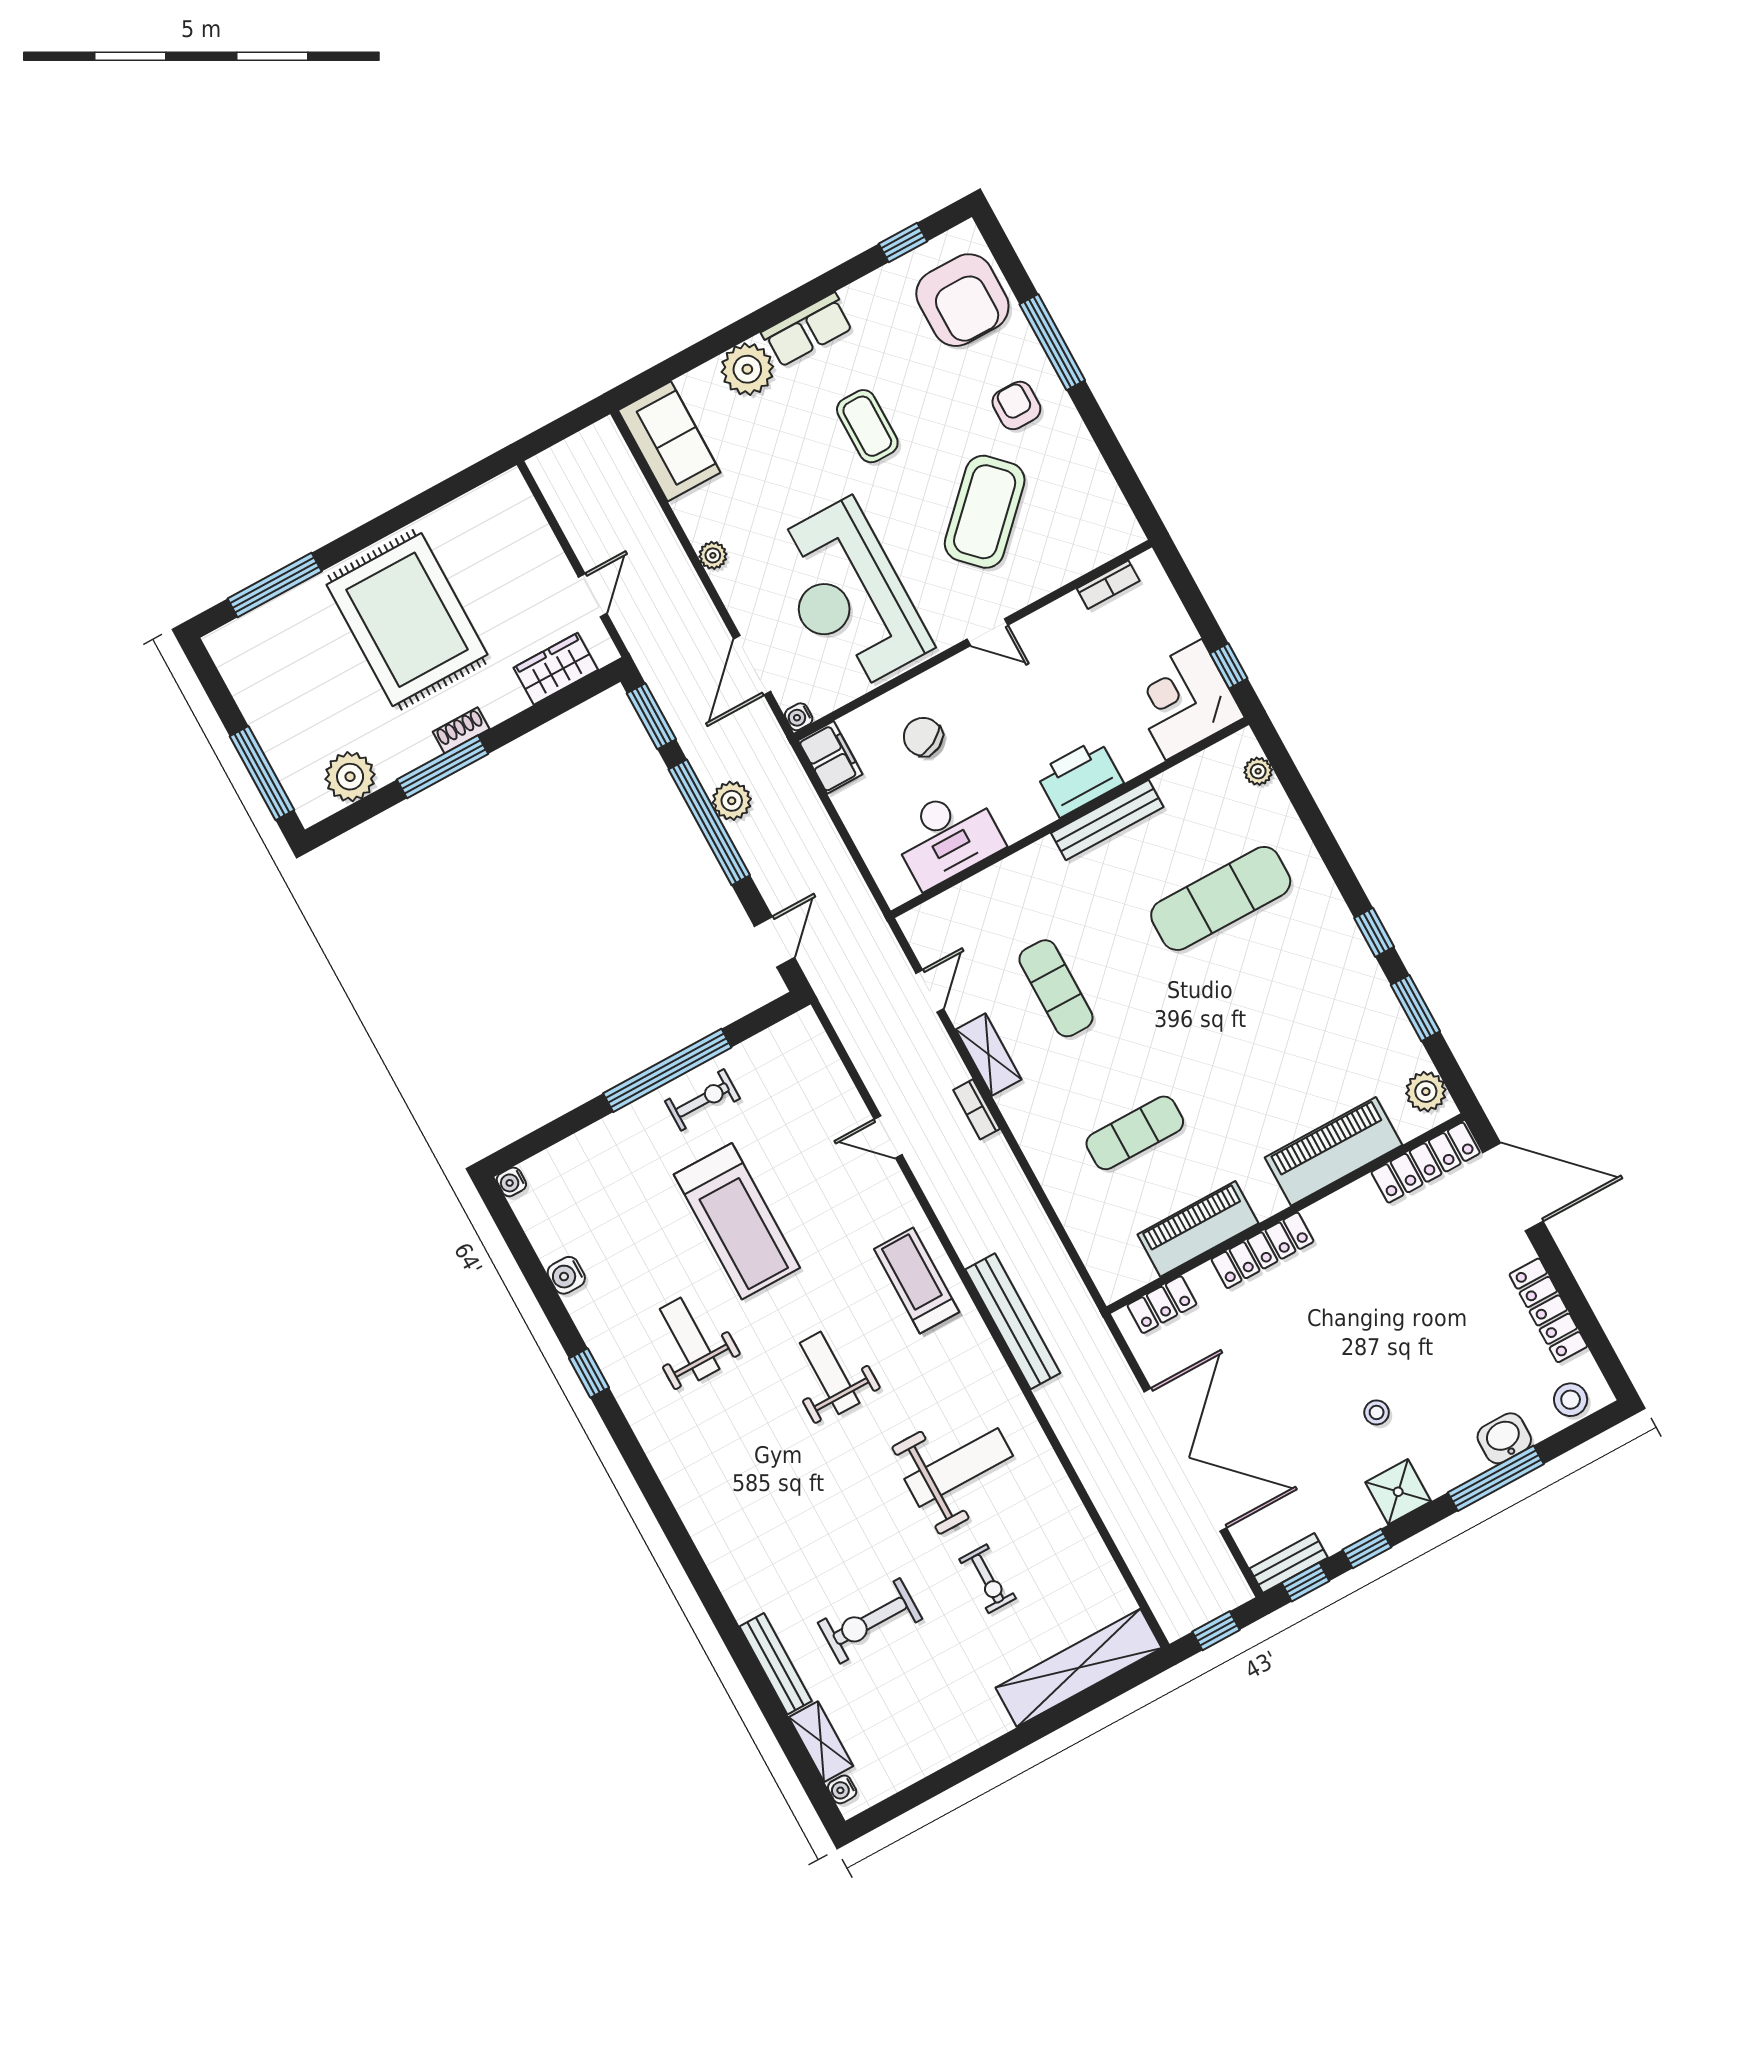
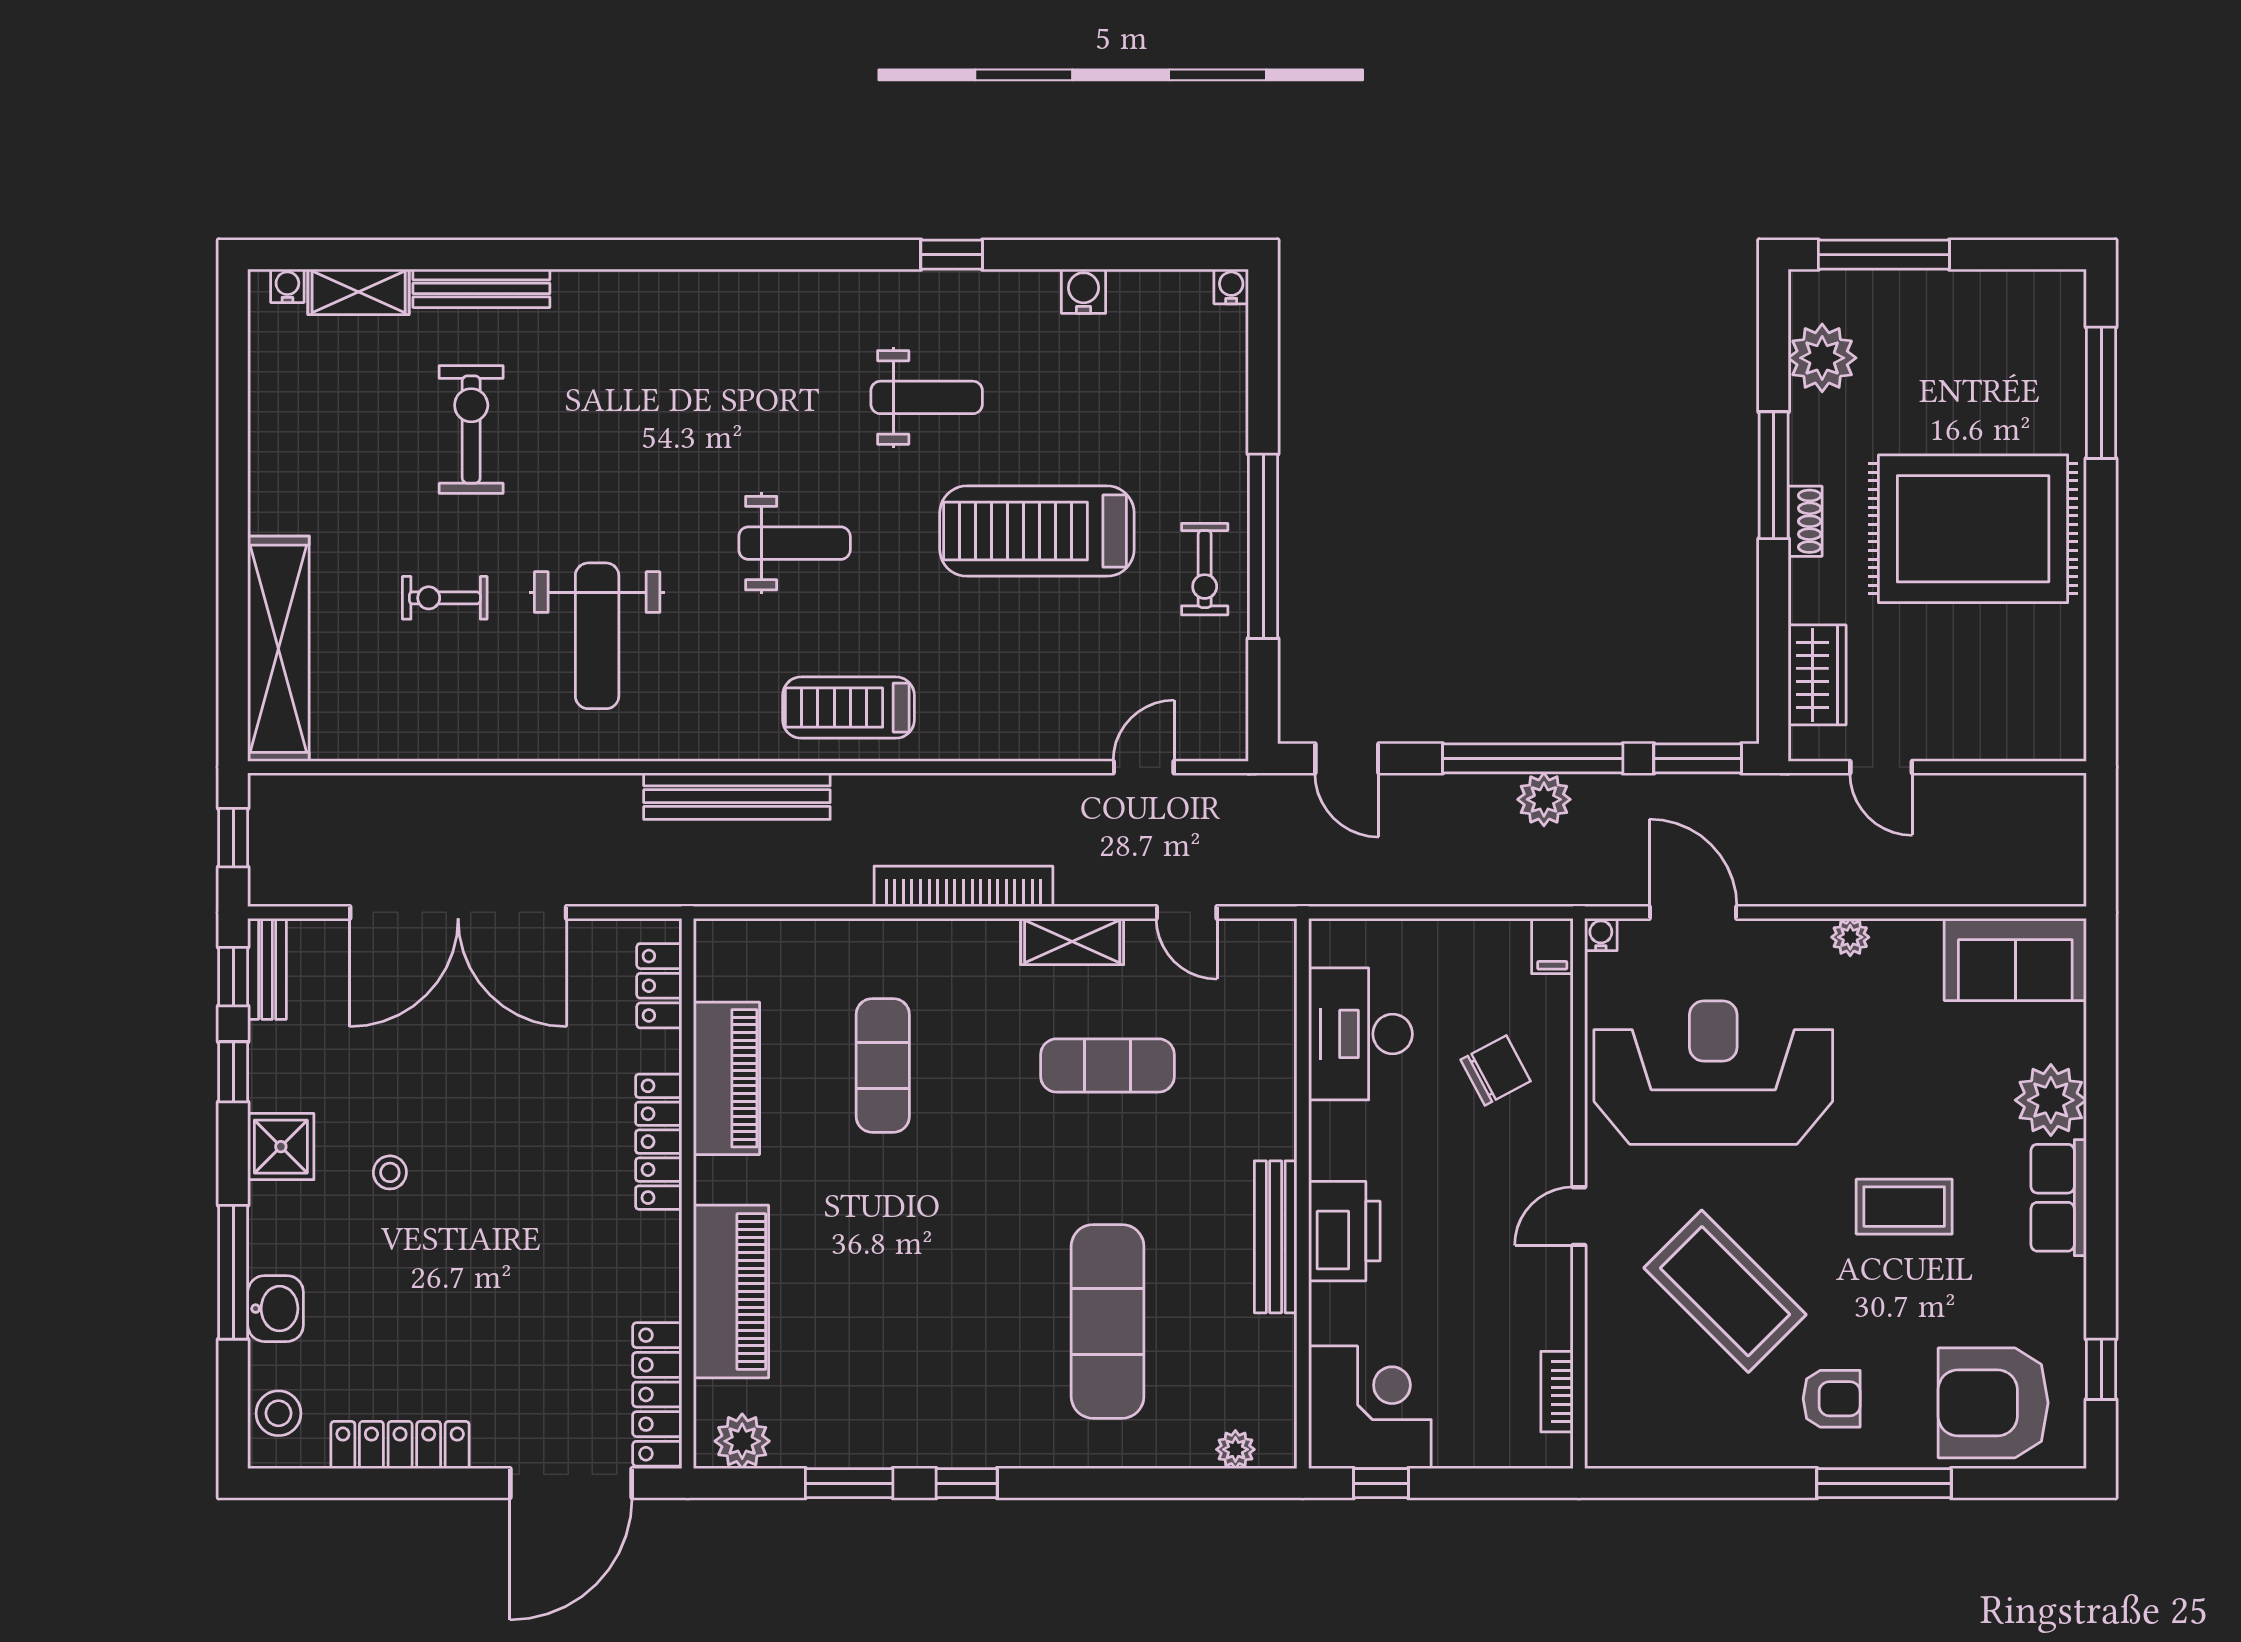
filing cabinet: (830, 757) -> (1552, 946), width x0.50
bookcase: (977, 1109) -> (963, 886), width x2.31, depth x1.31
door: (888, 1137) -> (1144, 767), moved
treadmill: (917, 1280) -> (848, 708), turned 180

